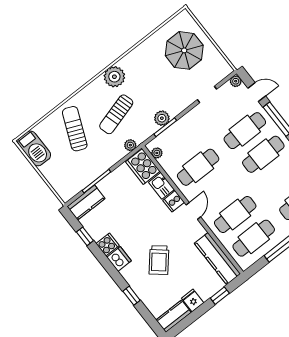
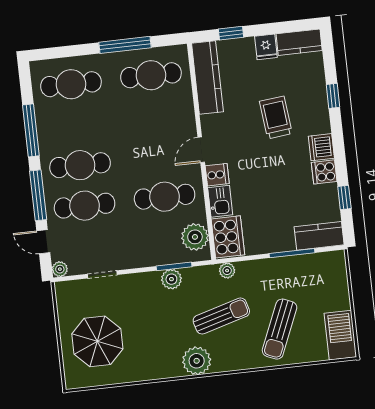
plant: (157, 153) -> (195, 237), width x1.87, depth x1.87
cafe table: (235, 215) -> (155, 116), removed
trolley: (159, 260) -> (276, 117), turned -46

